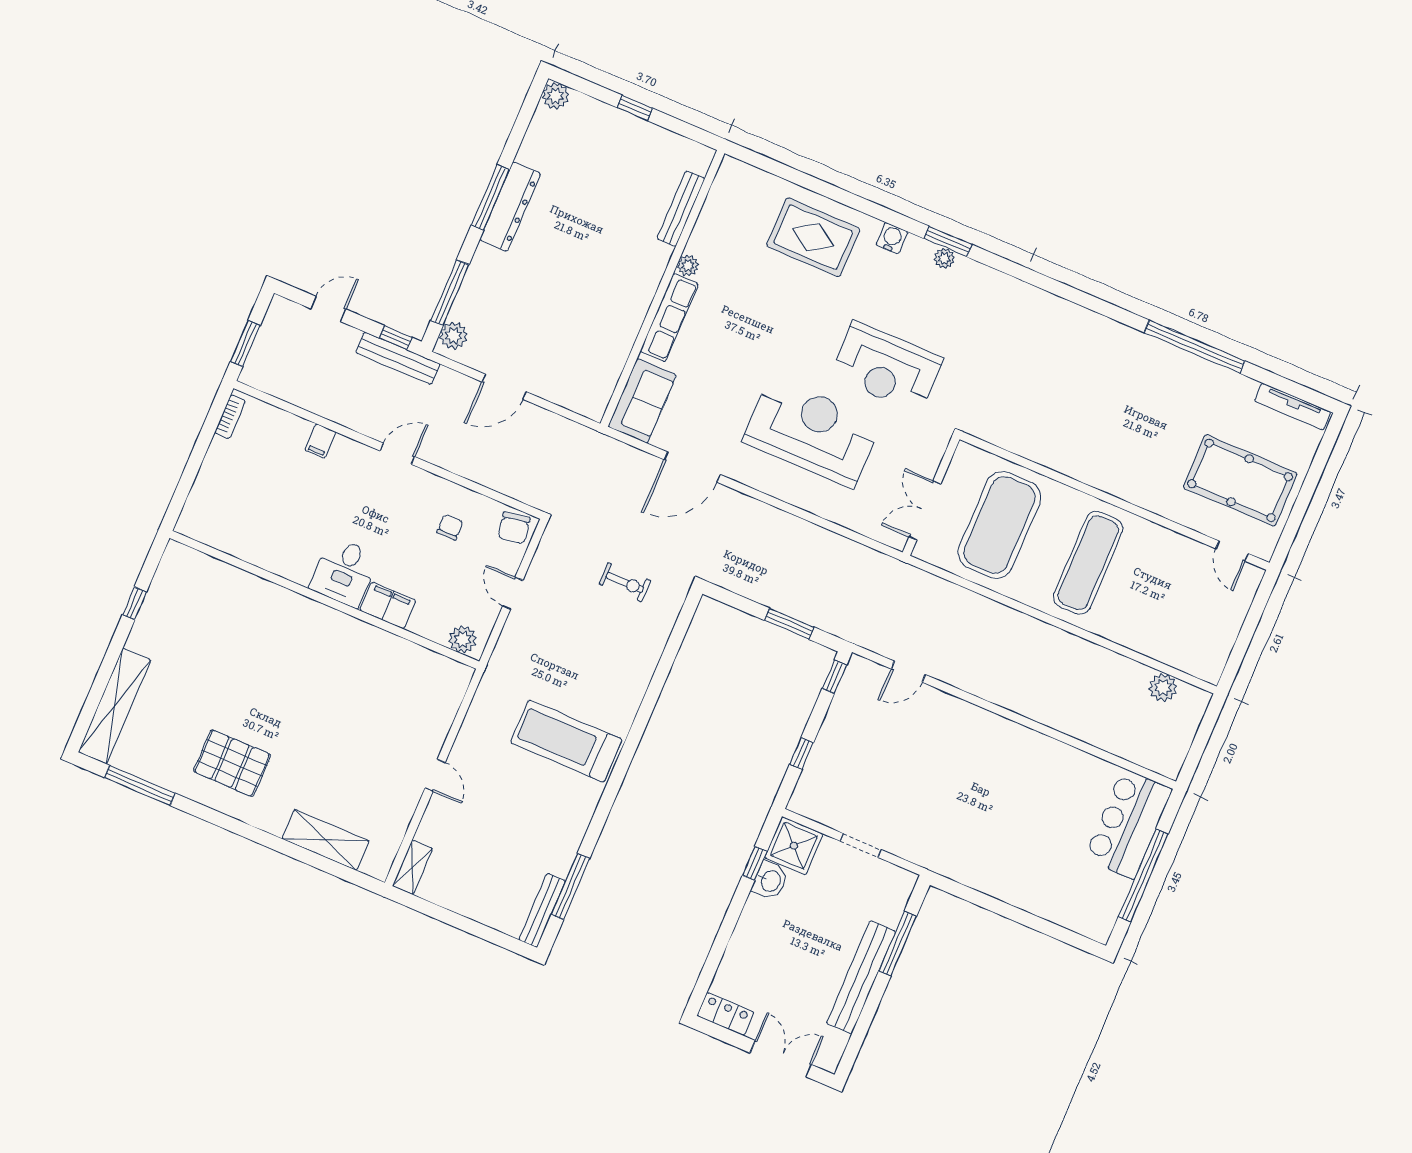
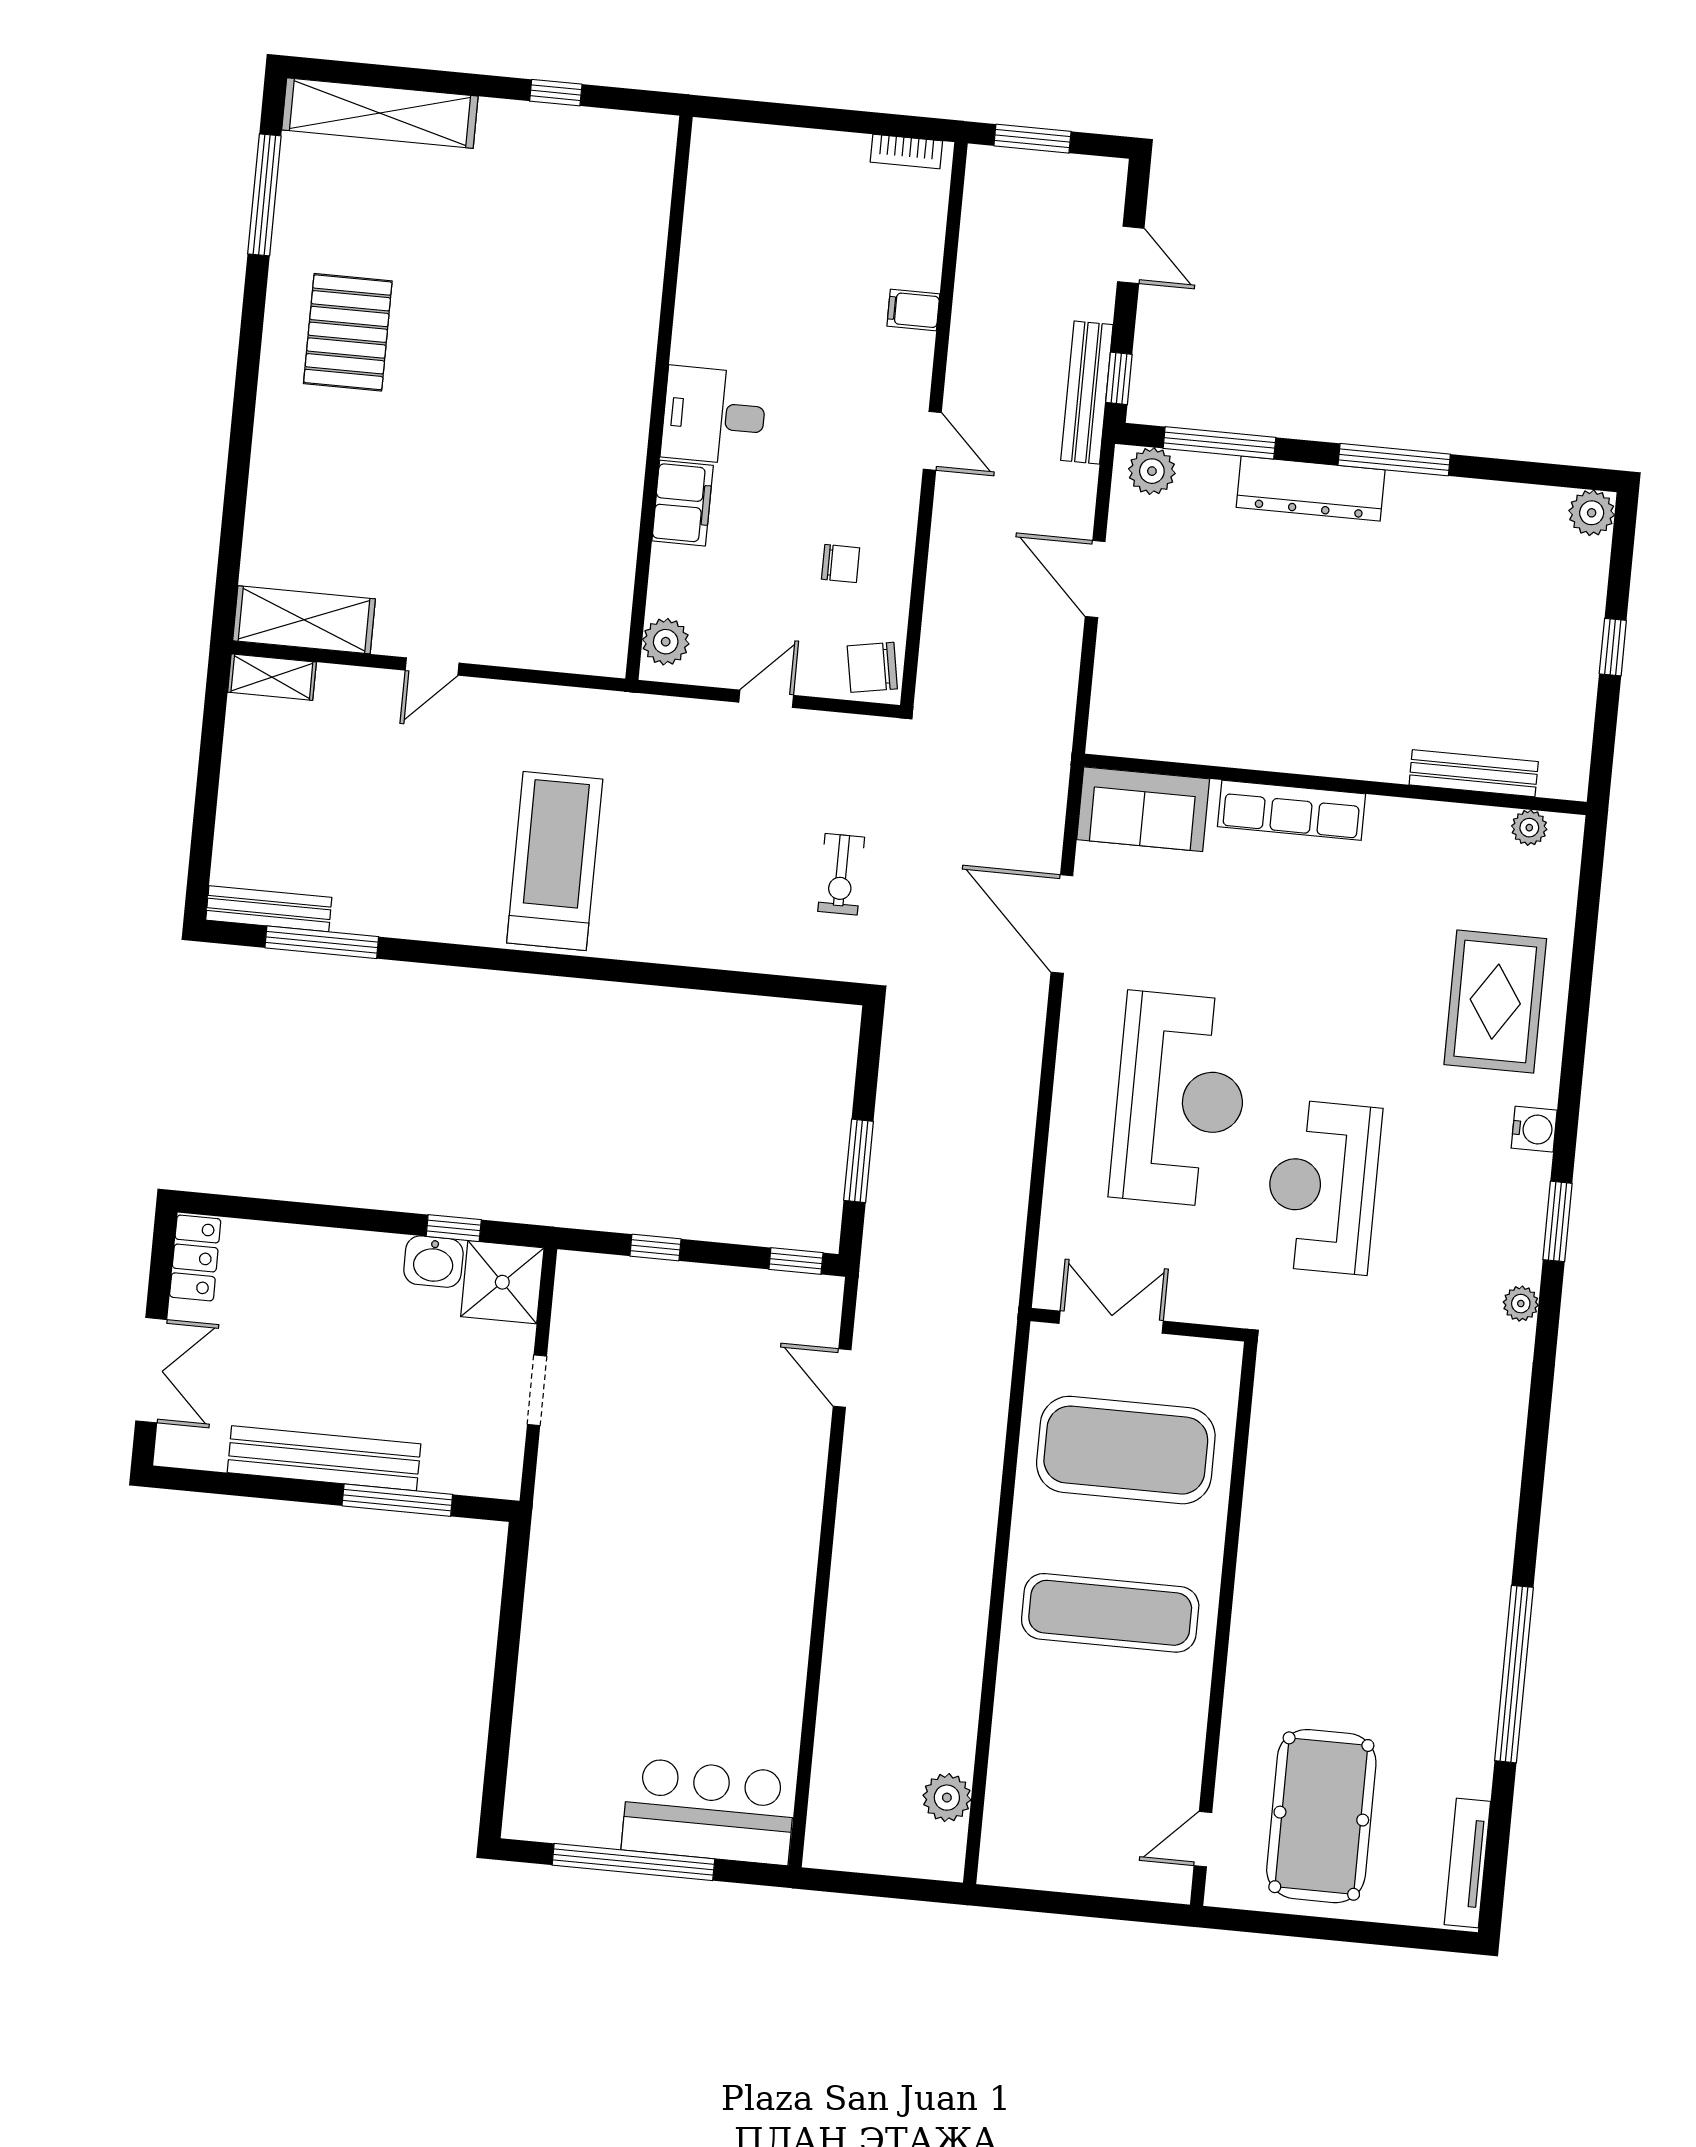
dresser: (510, 207) -> (1311, 489), moved
plant: (944, 258) -> (1521, 1304), moved
plant: (688, 266) -> (1529, 828), moved
shelving: (326, 840) -> (304, 620), moved, turned 90

